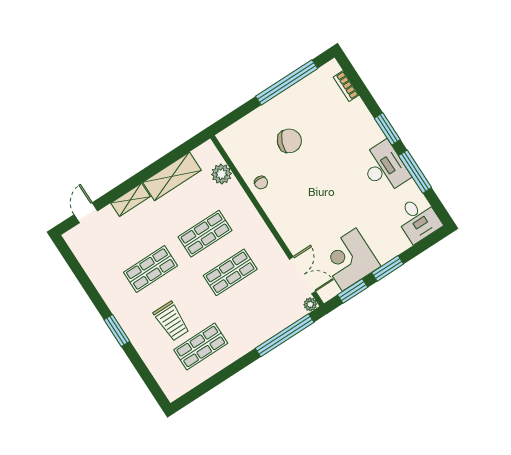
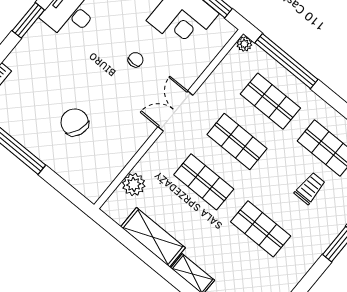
chair: (261, 183) -> (136, 60), moved
double door: (302, 275) -> (175, 111), moved
shop shelf: (255, 311) -> (270, 101), added
trolley: (171, 321) -> (310, 188), width x0.73, depth x0.72

